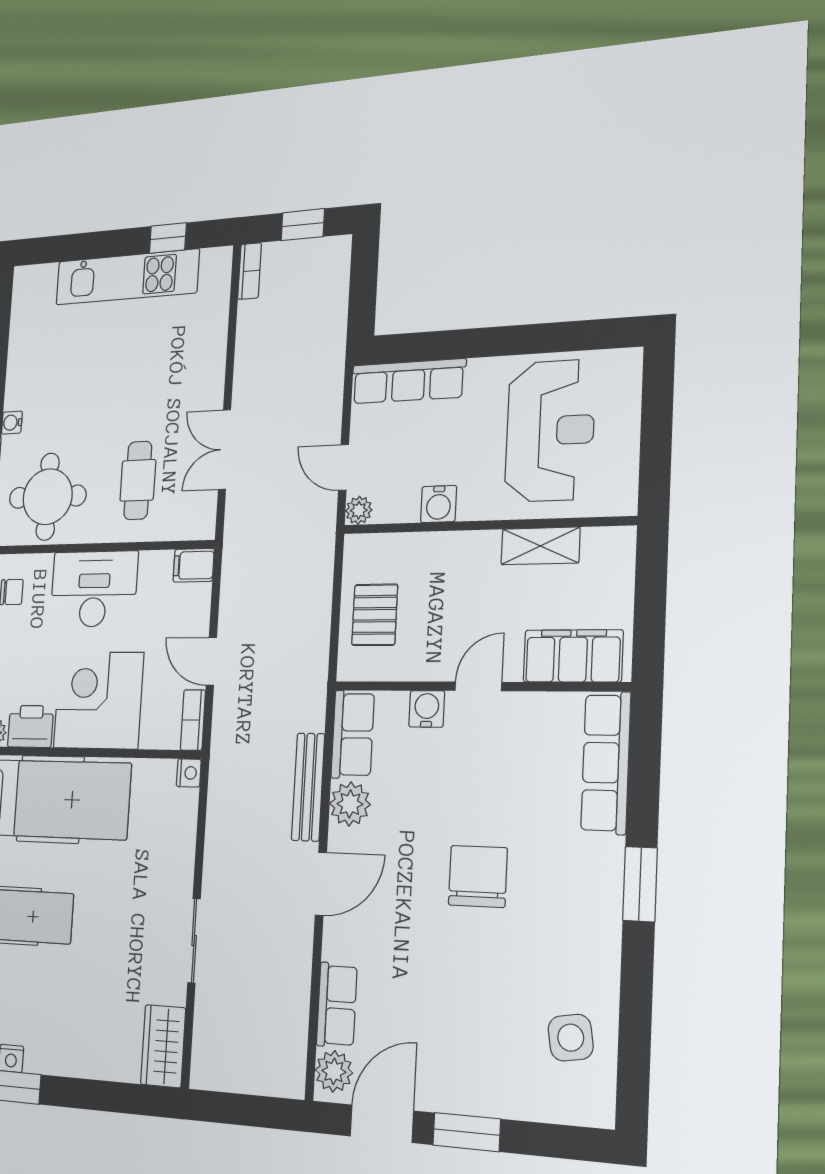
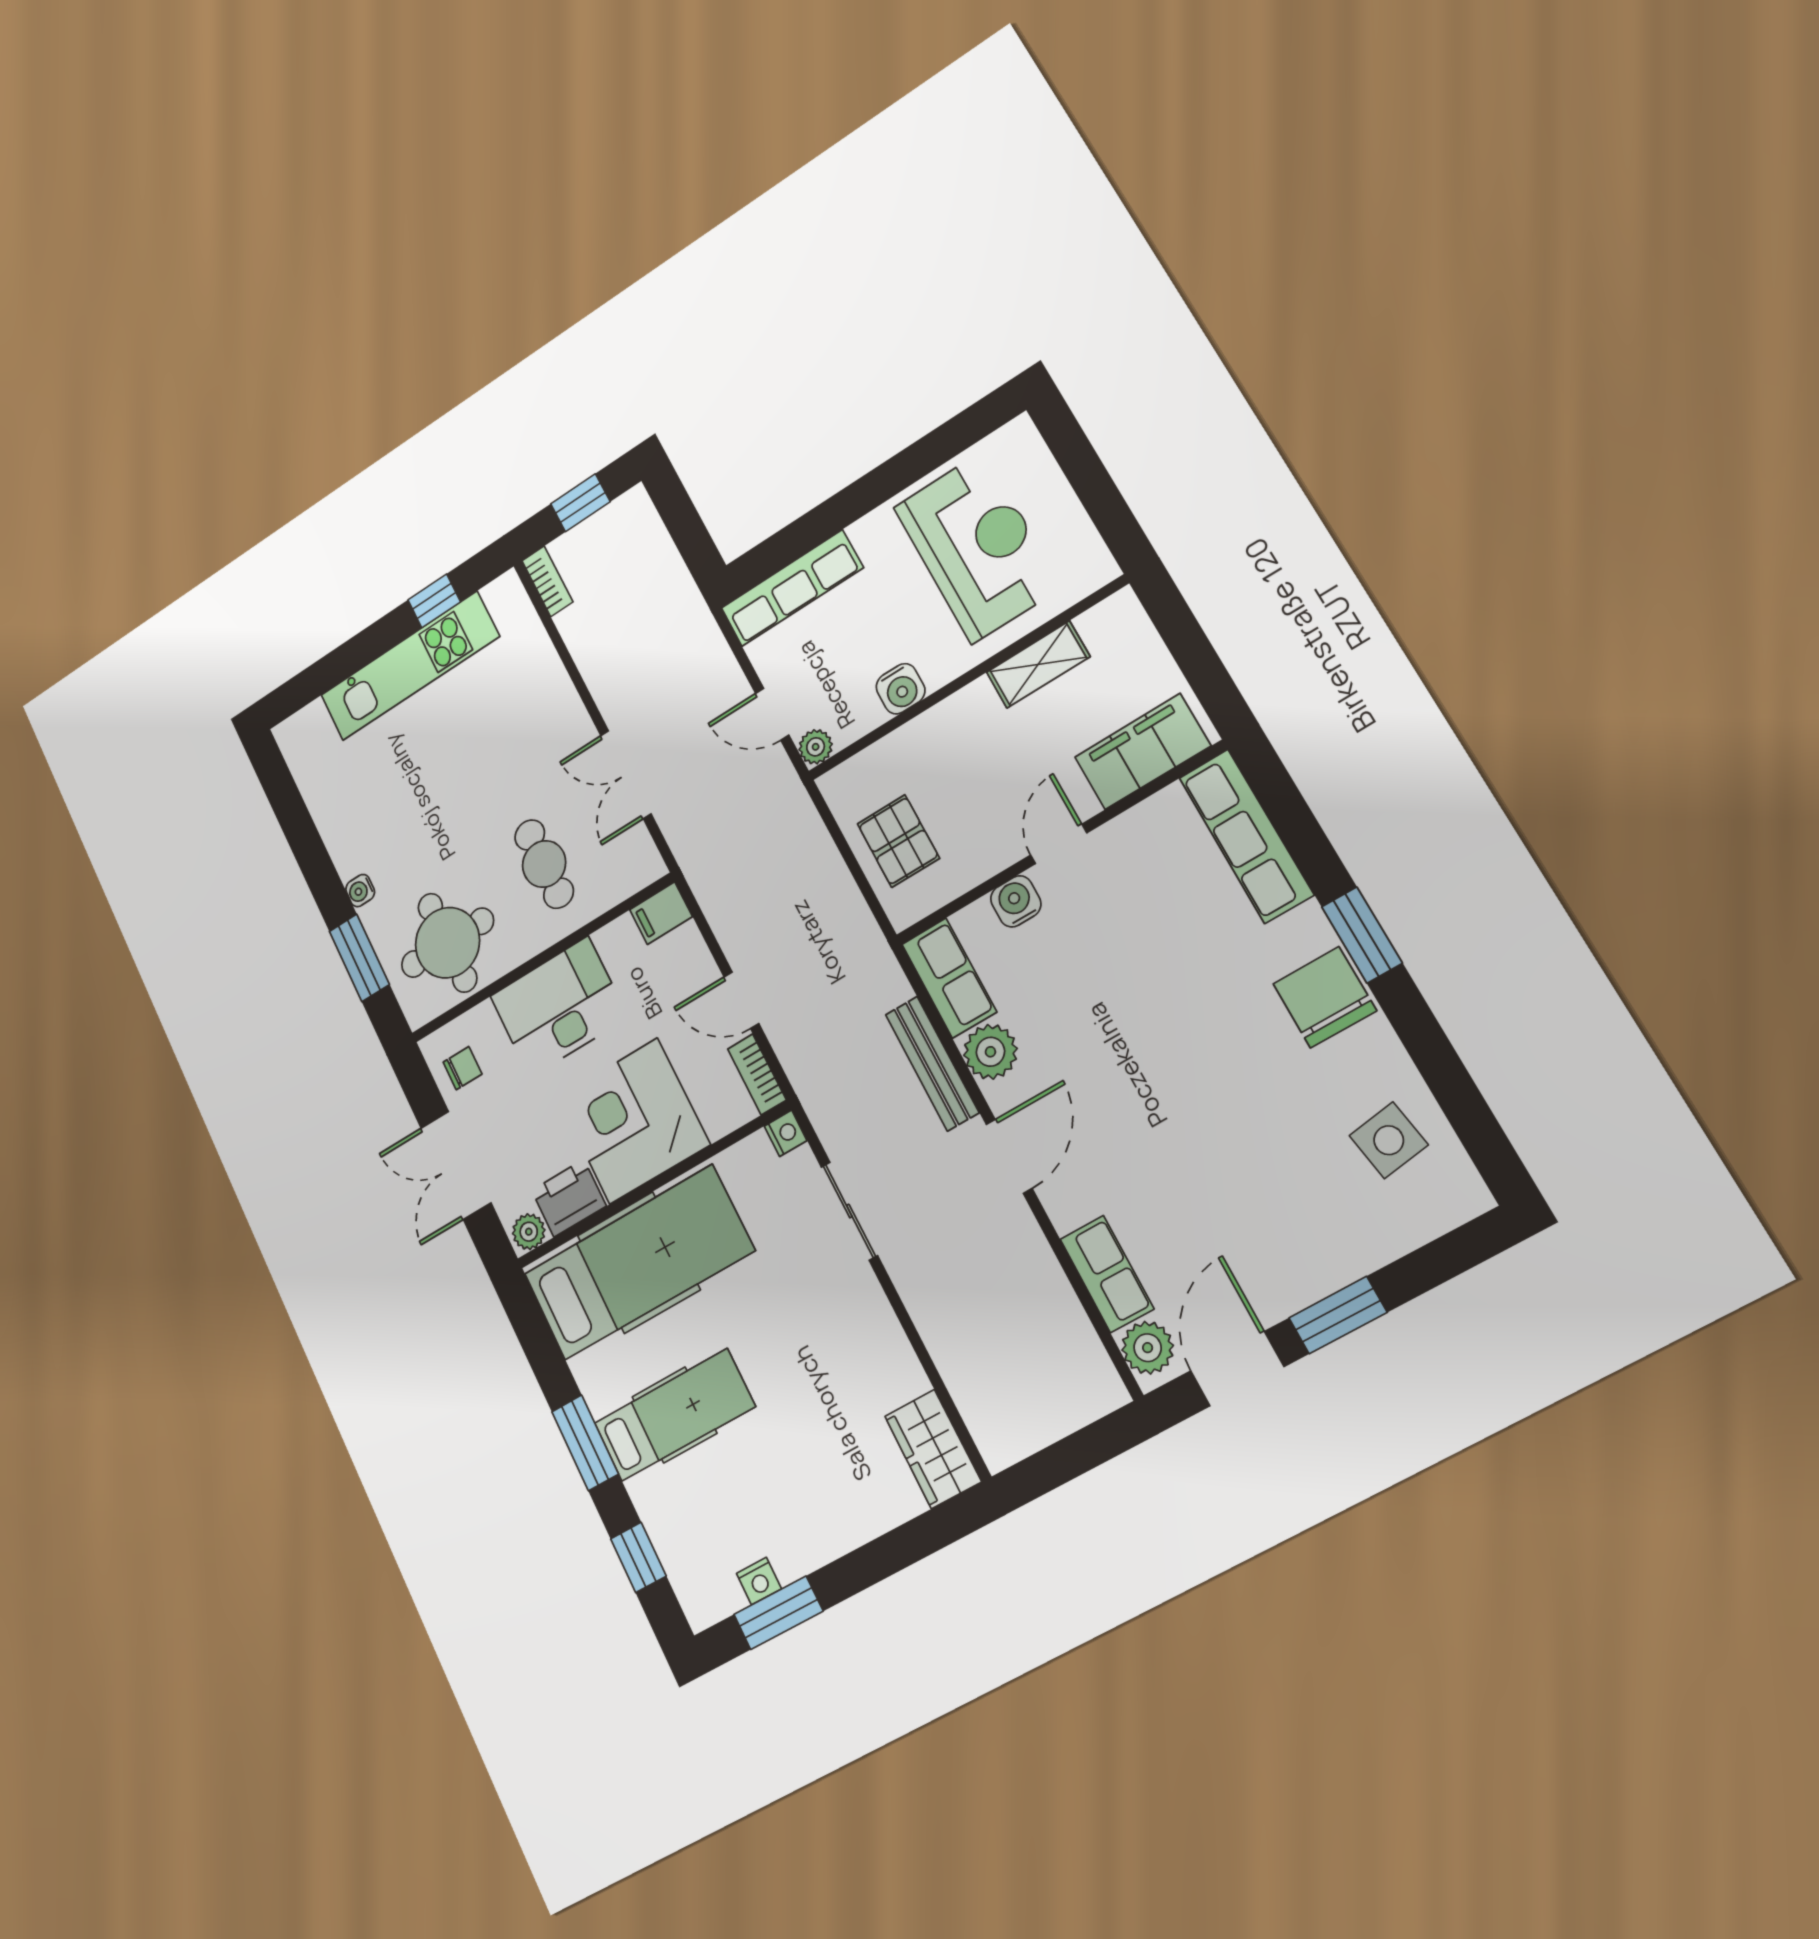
chair: (478, 876) -> (1325, 997), moved
sliding door: (194, 941) -> (849, 1211), moved

